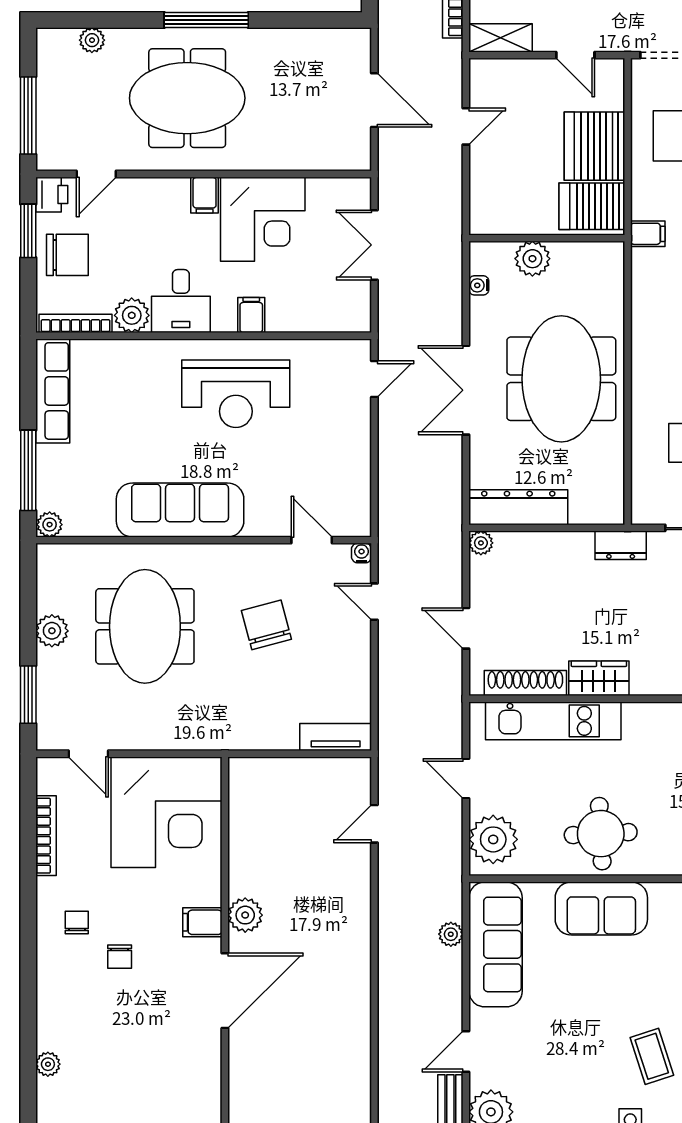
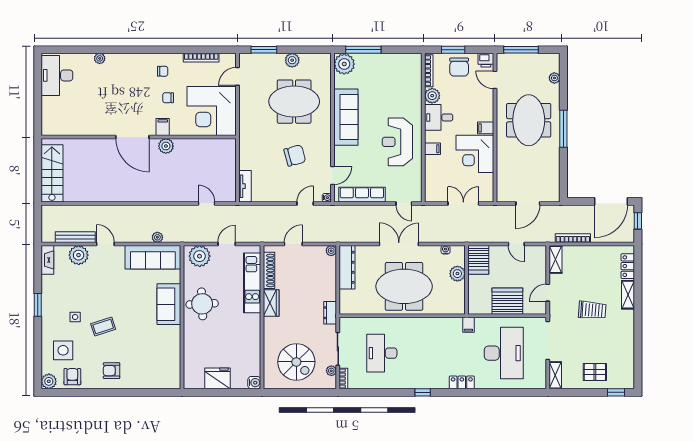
server rack: (592, 206) -> (478, 260), moved, turned 180
window: (28, 231) -> (453, 50), moved
row of seats: (53, 391) -> (362, 195), moved, turned 180
plant: (50, 525) -> (344, 64), width x1.87, depth x1.87
chair: (120, 957) -> (168, 98), moved

